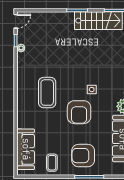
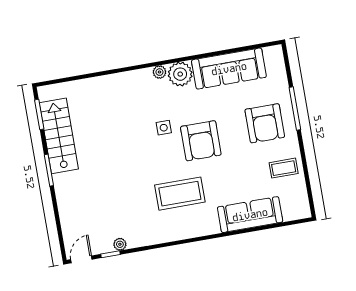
door: (16, 21) -> (81, 259), hinge flipped
armchair: (79, 112) -> (201, 141), turned 90
sofa: (26, 149) -> (250, 215), moved

